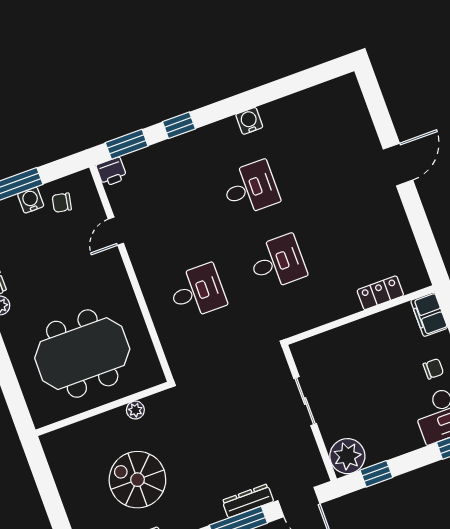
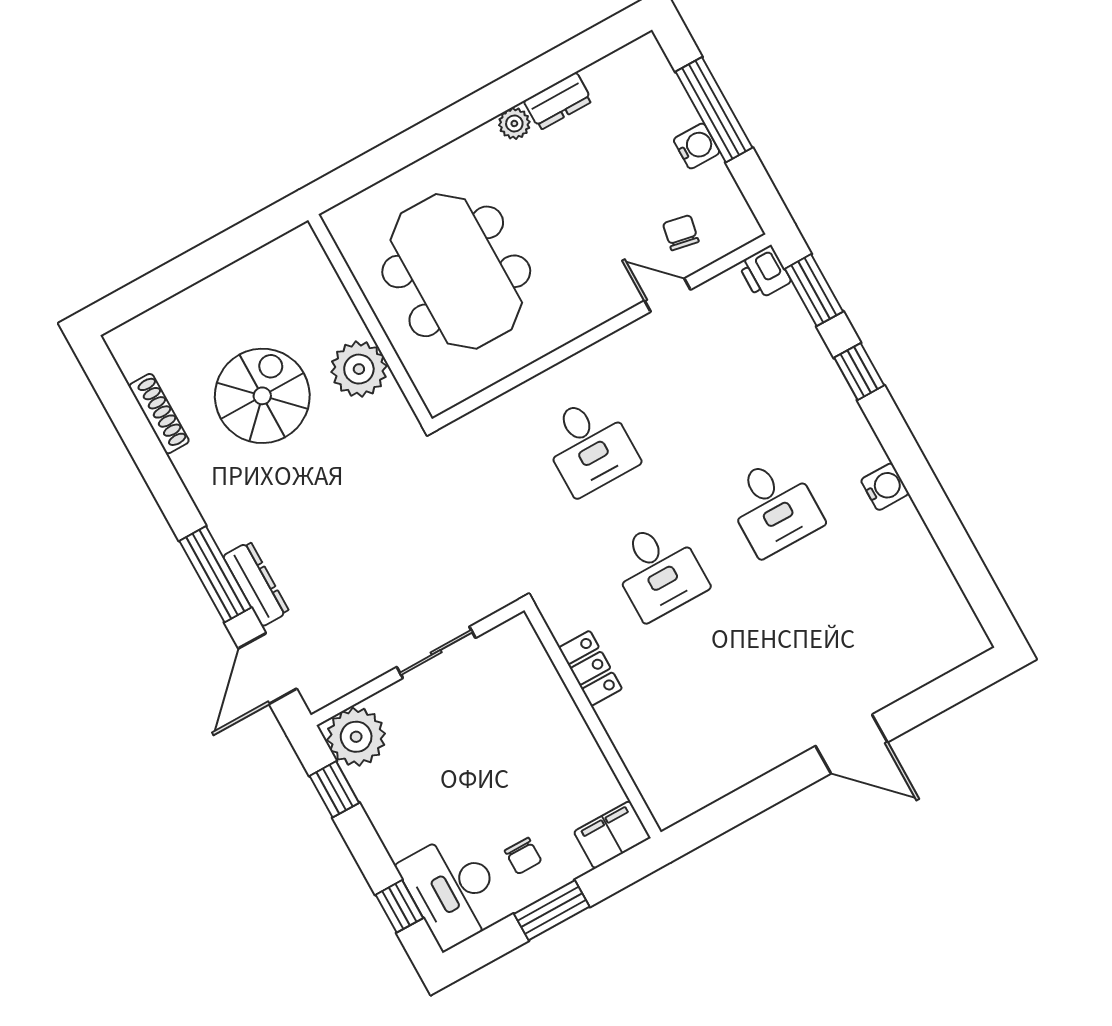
chair: (62, 203) -> (681, 233), moved
locker: (380, 293) -> (590, 668), moved
plant: (135, 410) -> (359, 369), width x1.88, depth x1.88

